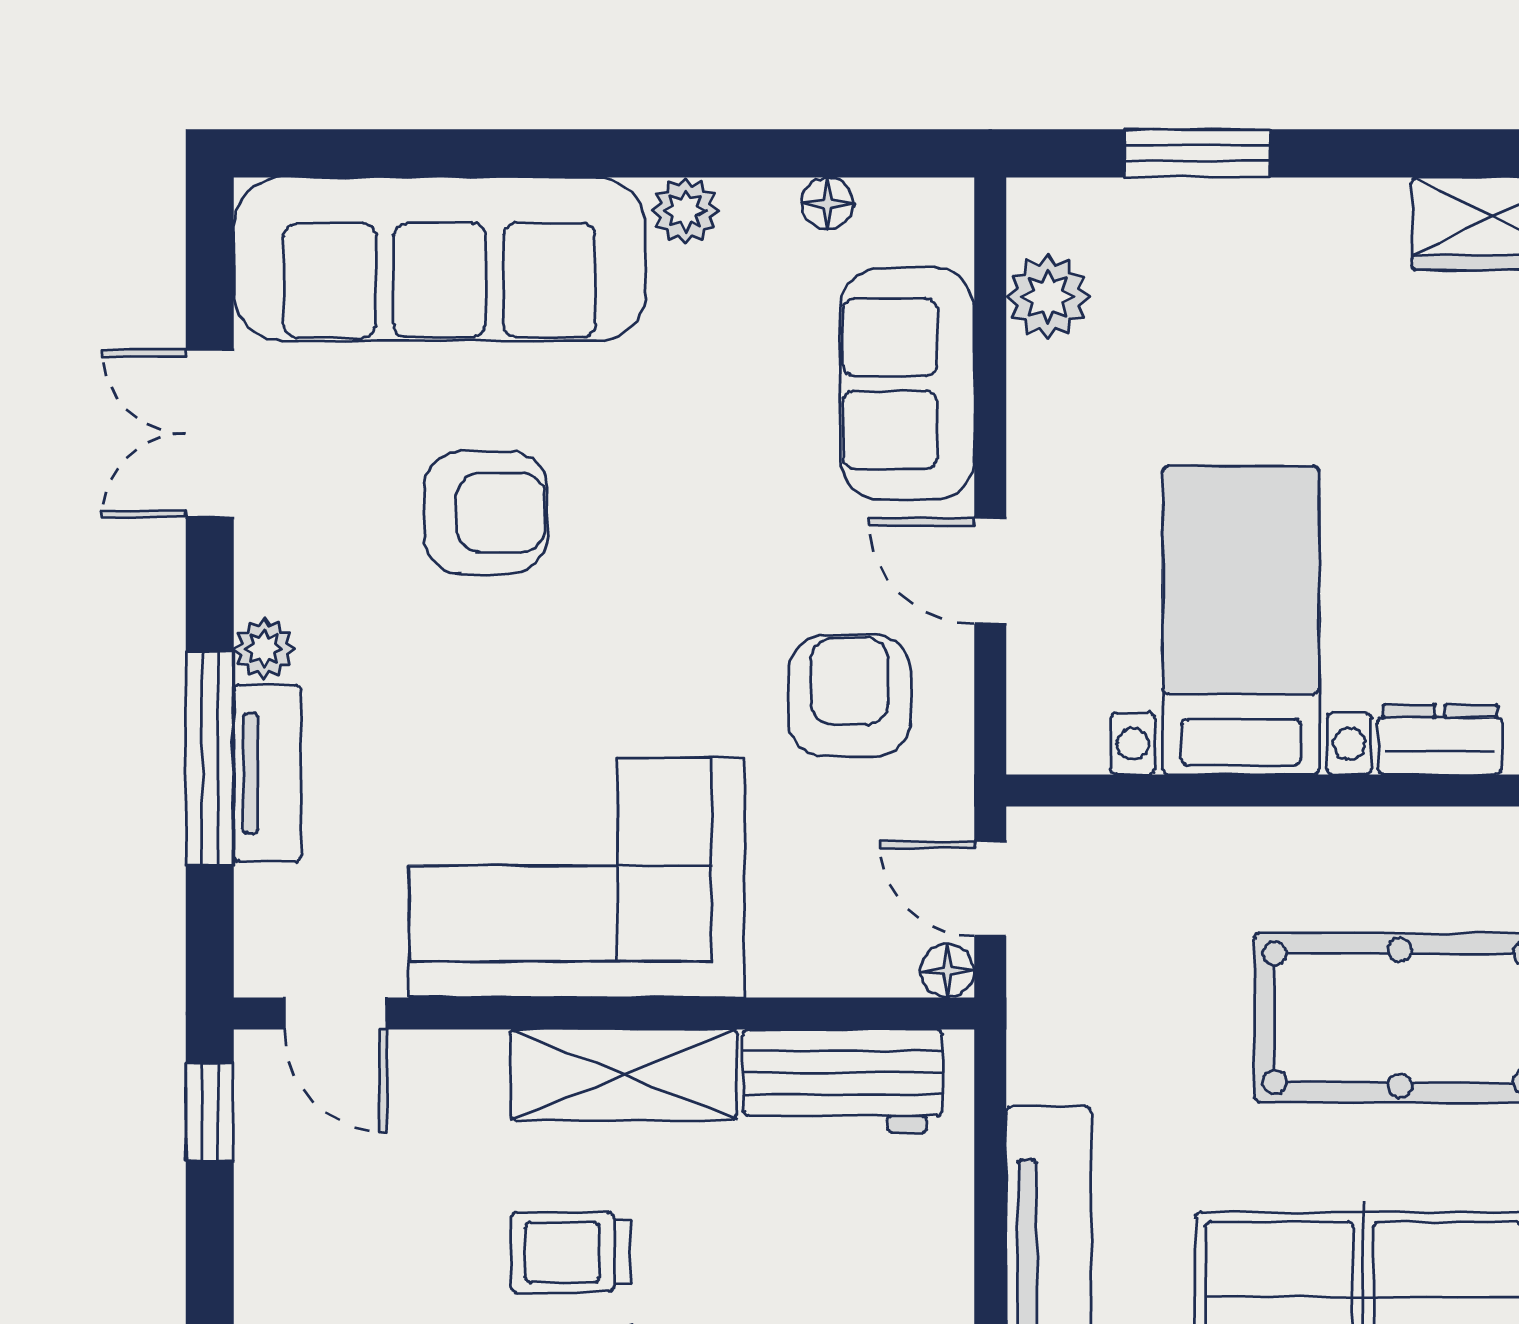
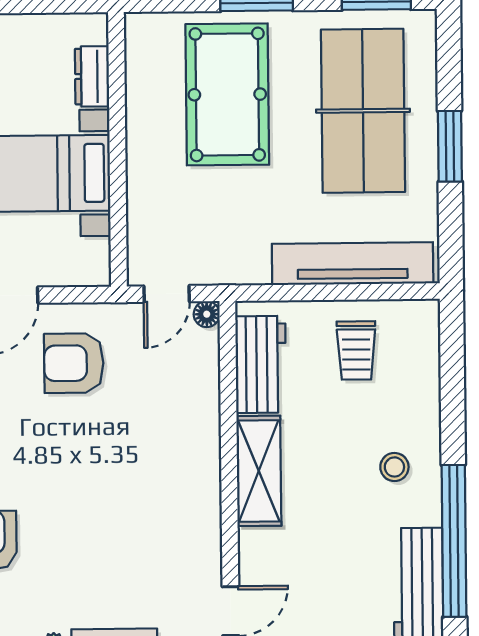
corner sofa: (577, 878) -> (163, 494), removed
trolley: (571, 1252) -> (356, 350), moved

